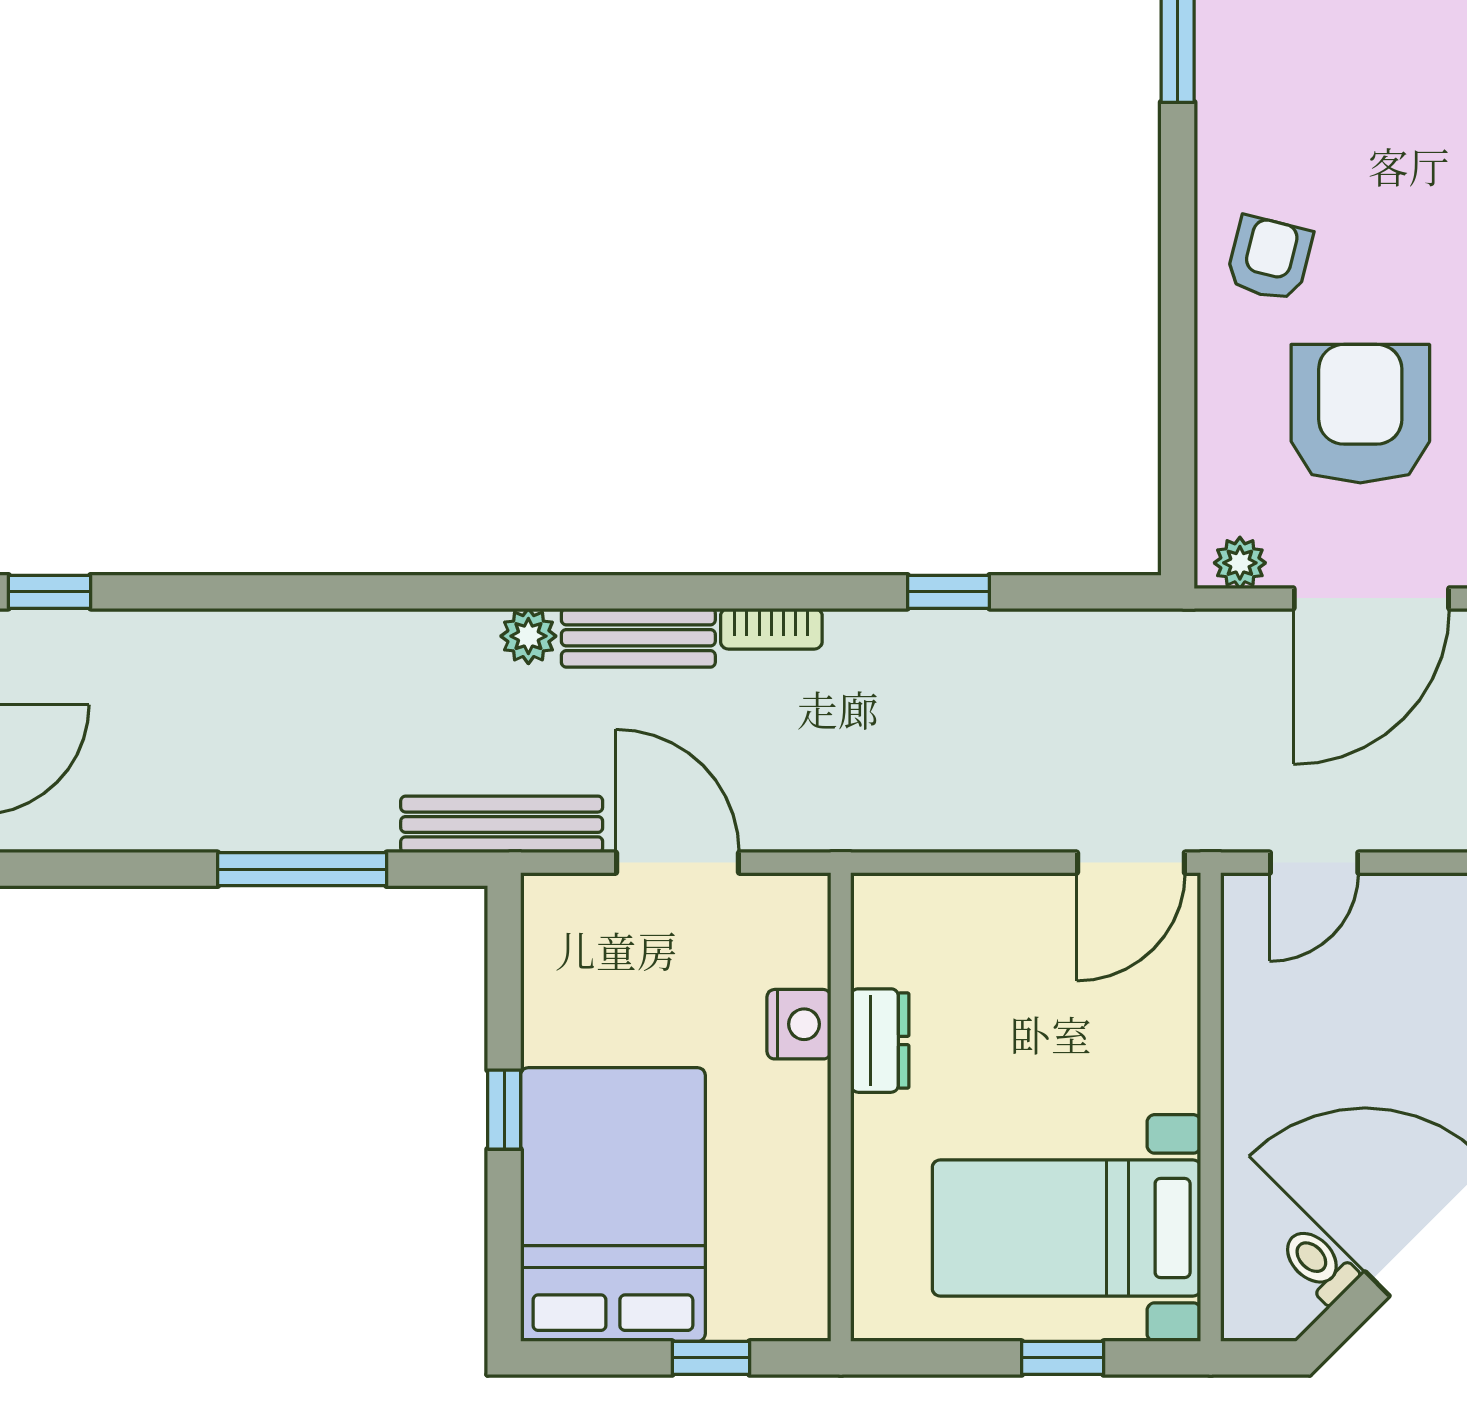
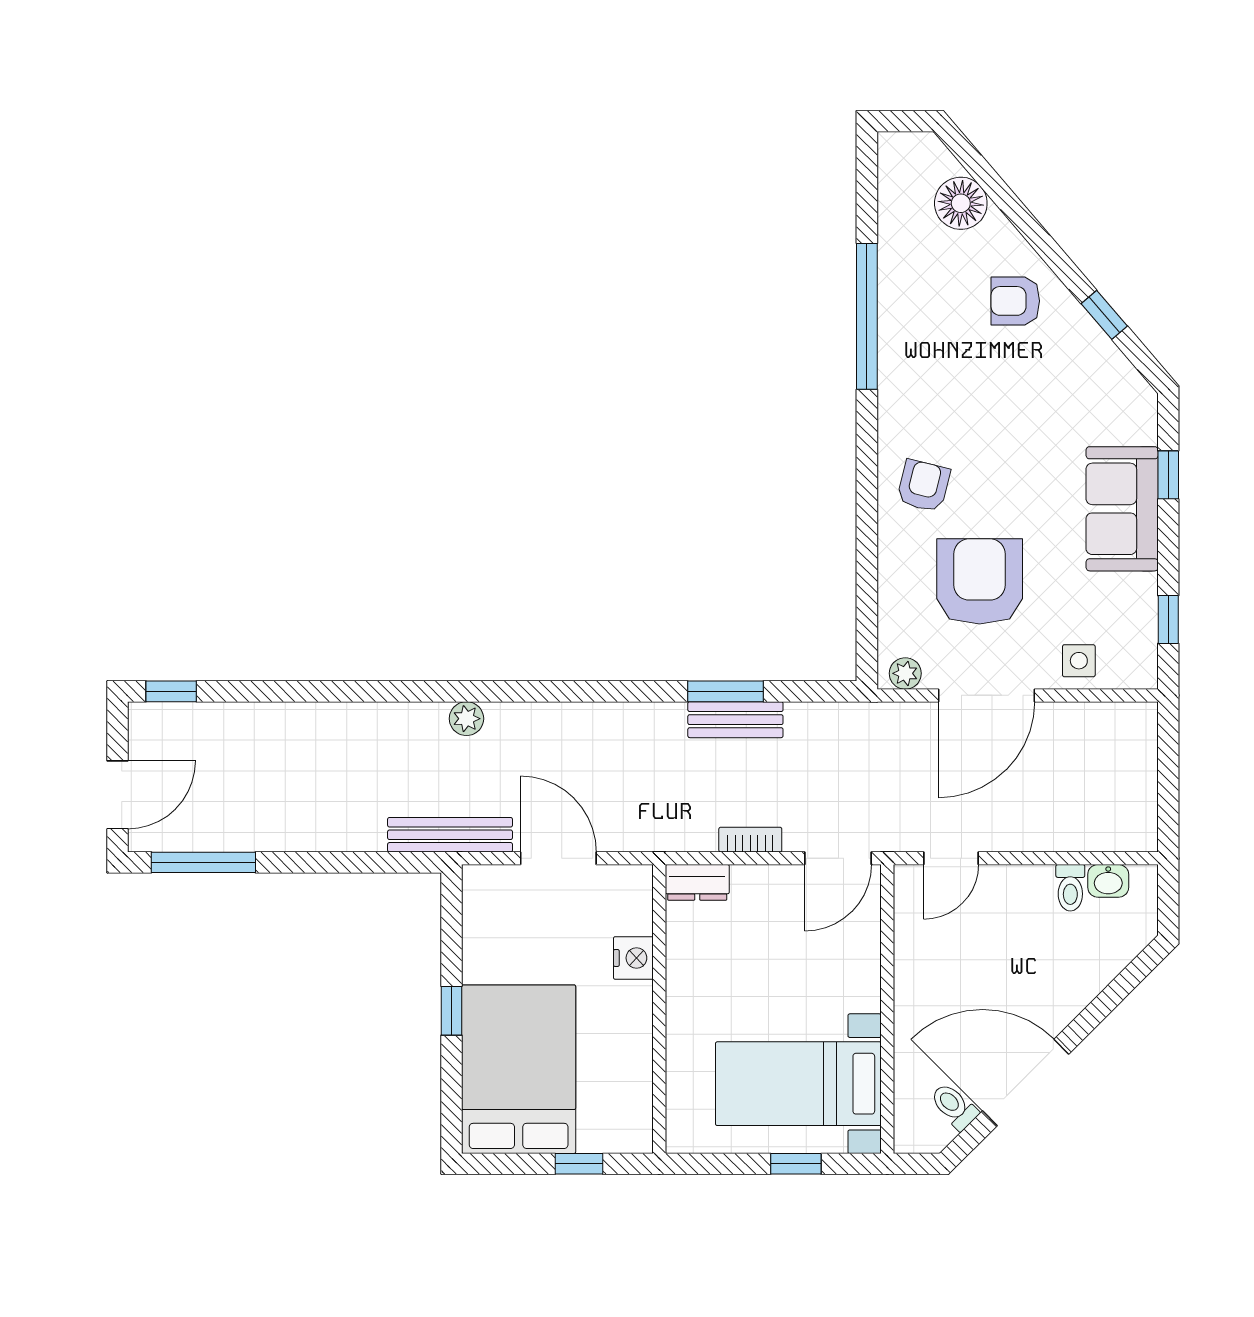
window: (949, 592) -> (726, 691), width x1.50
bookcase: (771, 629) -> (750, 840), moved, turned 180
bench: (638, 638) -> (735, 720), moved
window: (302, 869) -> (203, 862), moved
dresser: (880, 1041) -> (697, 882), moved, turned 90

